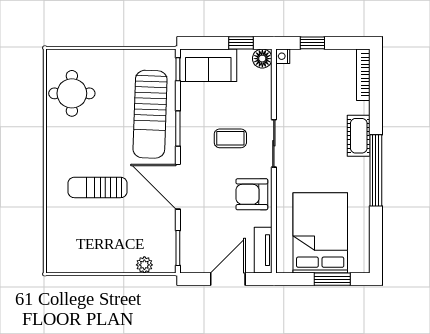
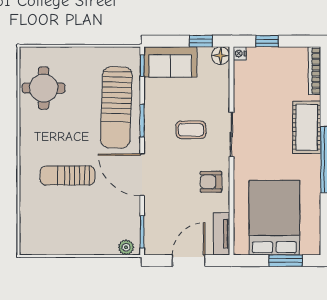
cot: (359, 136) -> (307, 127), width x1.37, depth x1.34
armchair: (252, 194) -> (211, 182), width x0.72, depth x0.72
plant: (144, 265) -> (126, 247), moved

